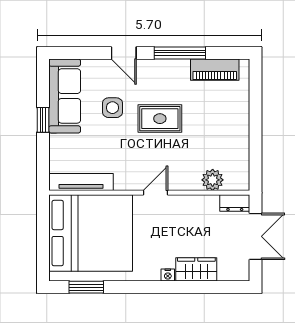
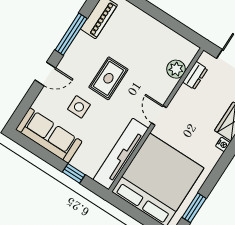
window: (43, 120) -> (74, 173), moved
tv unit: (81, 182) -> (121, 154), width x1.36, depth x1.29
dresser: (235, 203) -> (195, 76), moved

